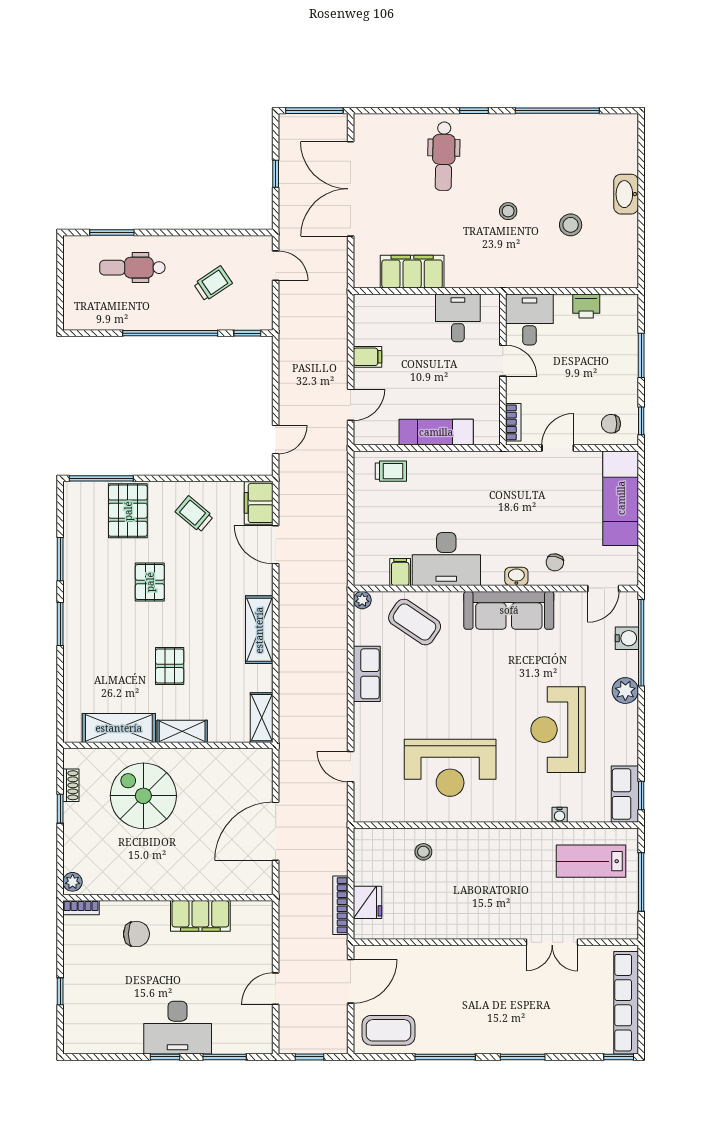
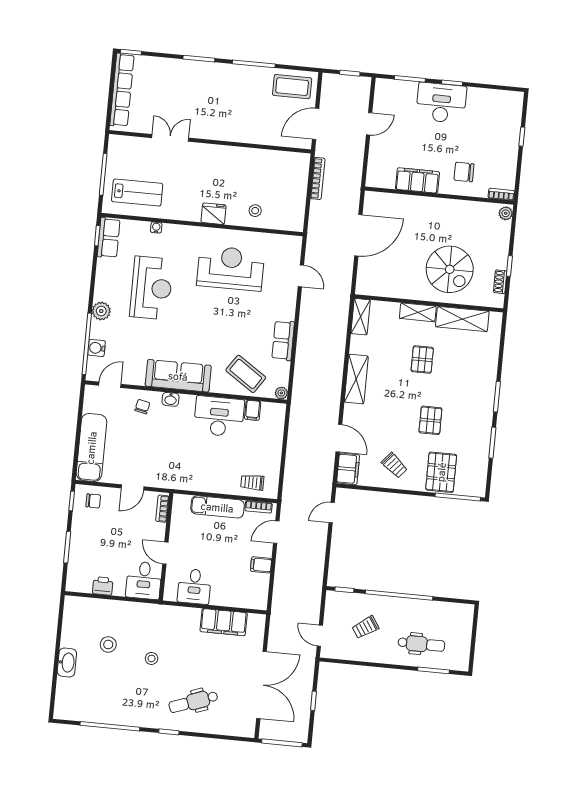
dental chair: (444, 156) -> (193, 702), turned -111
bookcase: (379, 438) -> (259, 507), added
fridge: (367, 902) -> (214, 214), moved, turned 90

